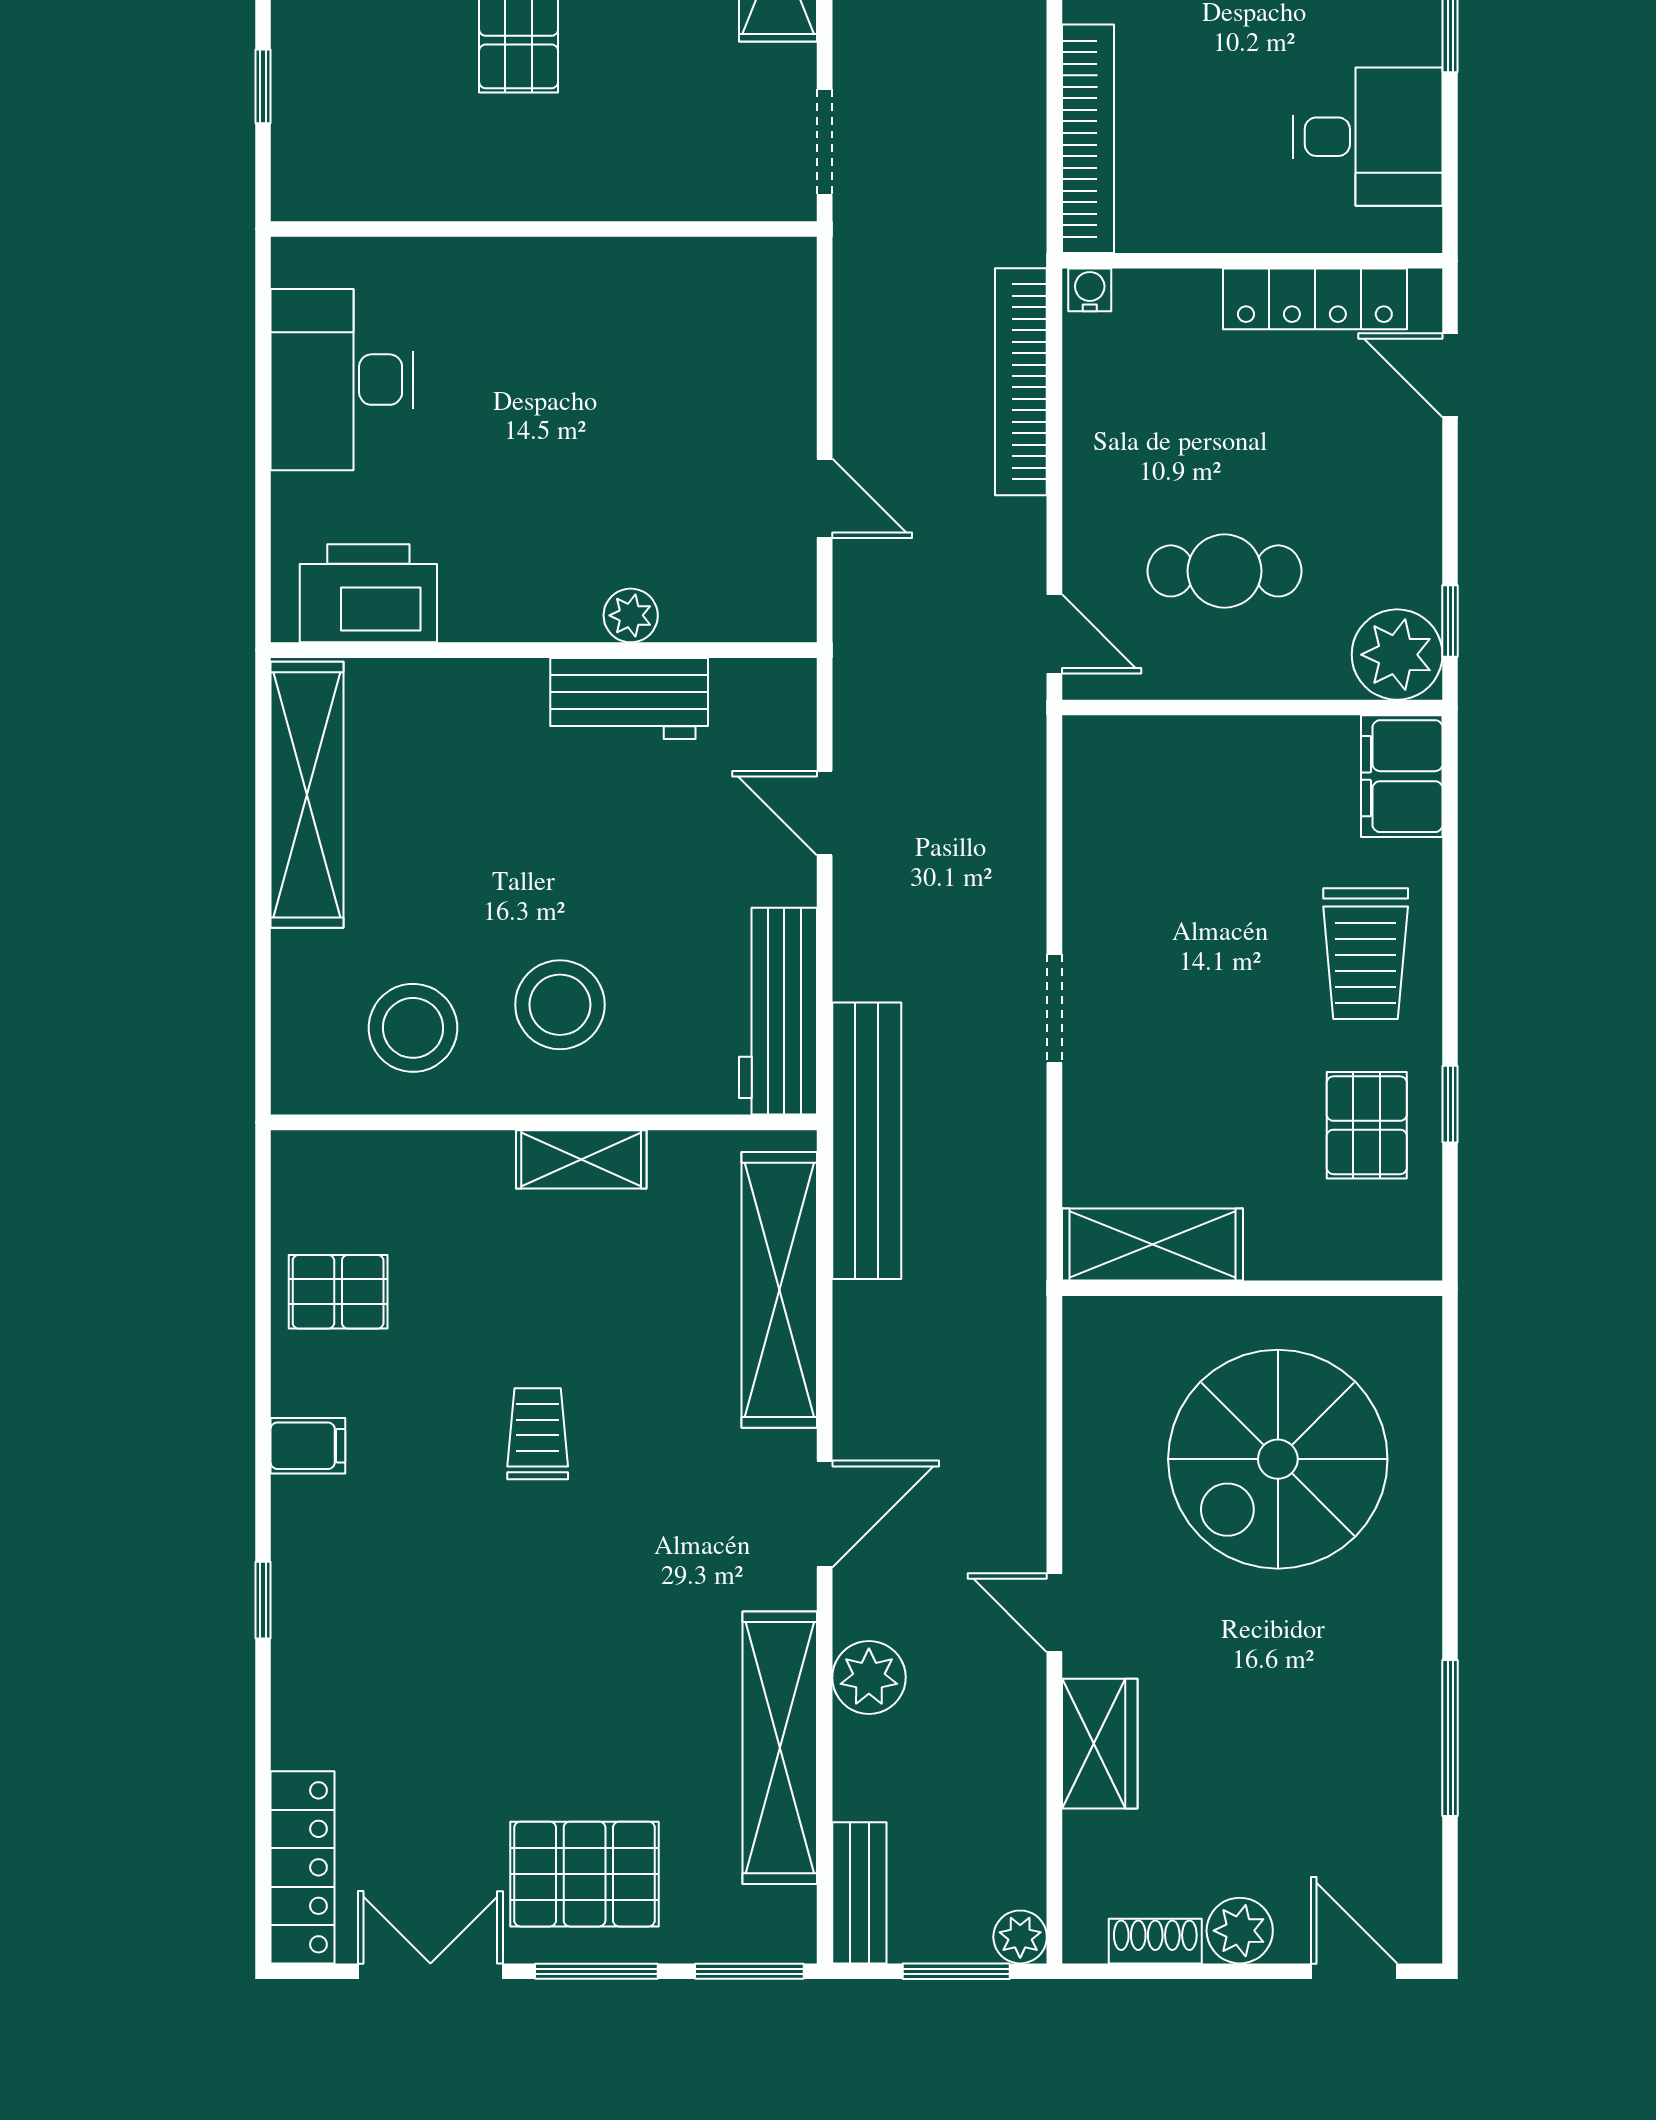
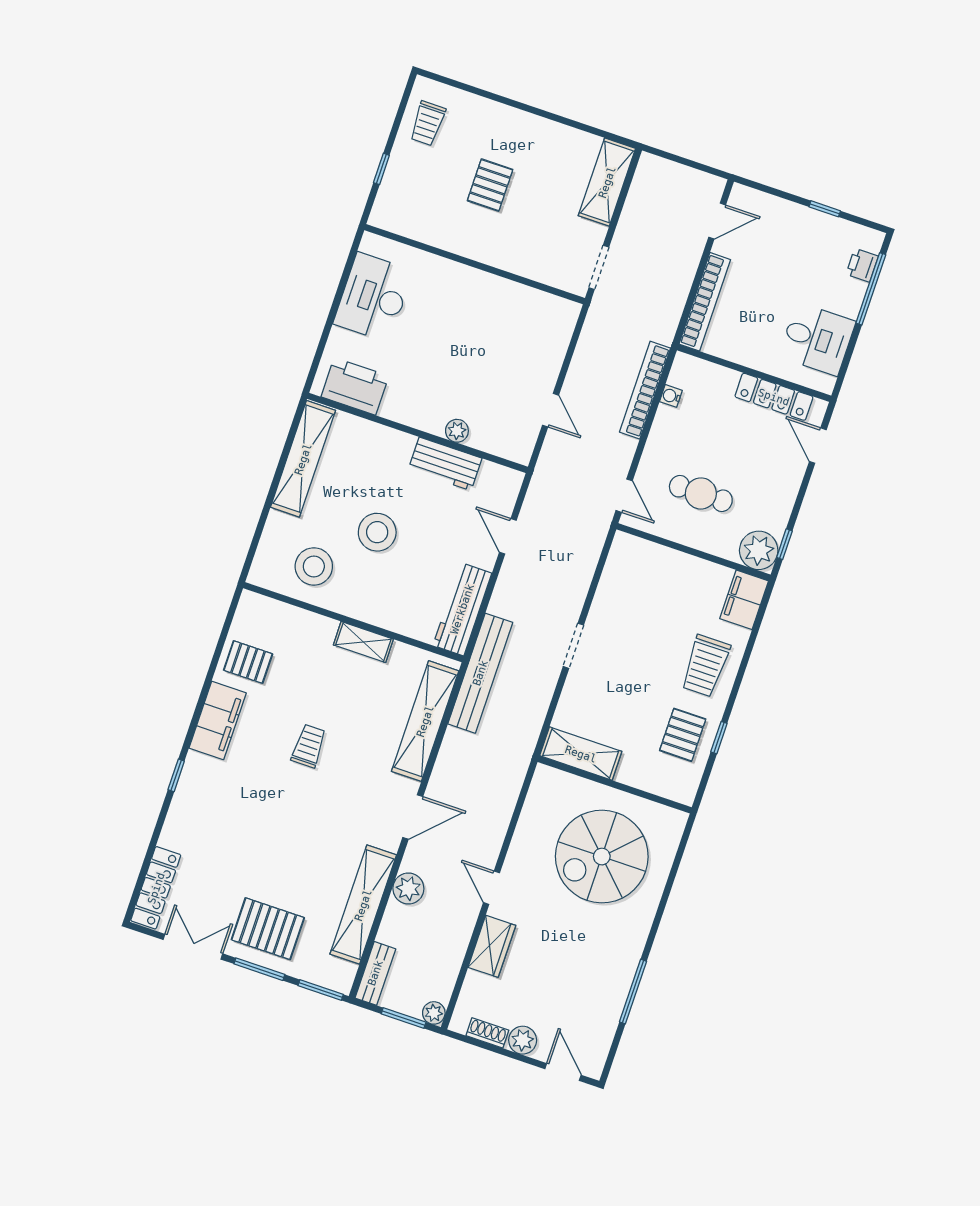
water cooler: (1090, 290) -> (671, 396), moved, turned -90
stool: (560, 1005) -> (377, 532), moved
filing cabinet: (308, 1446) -> (218, 720), width x3.00, depth x1.17

